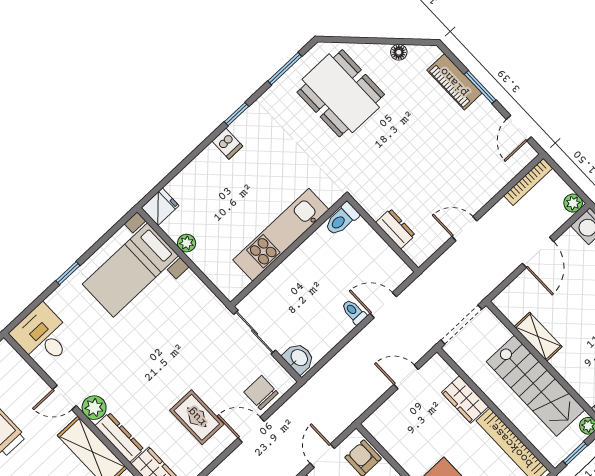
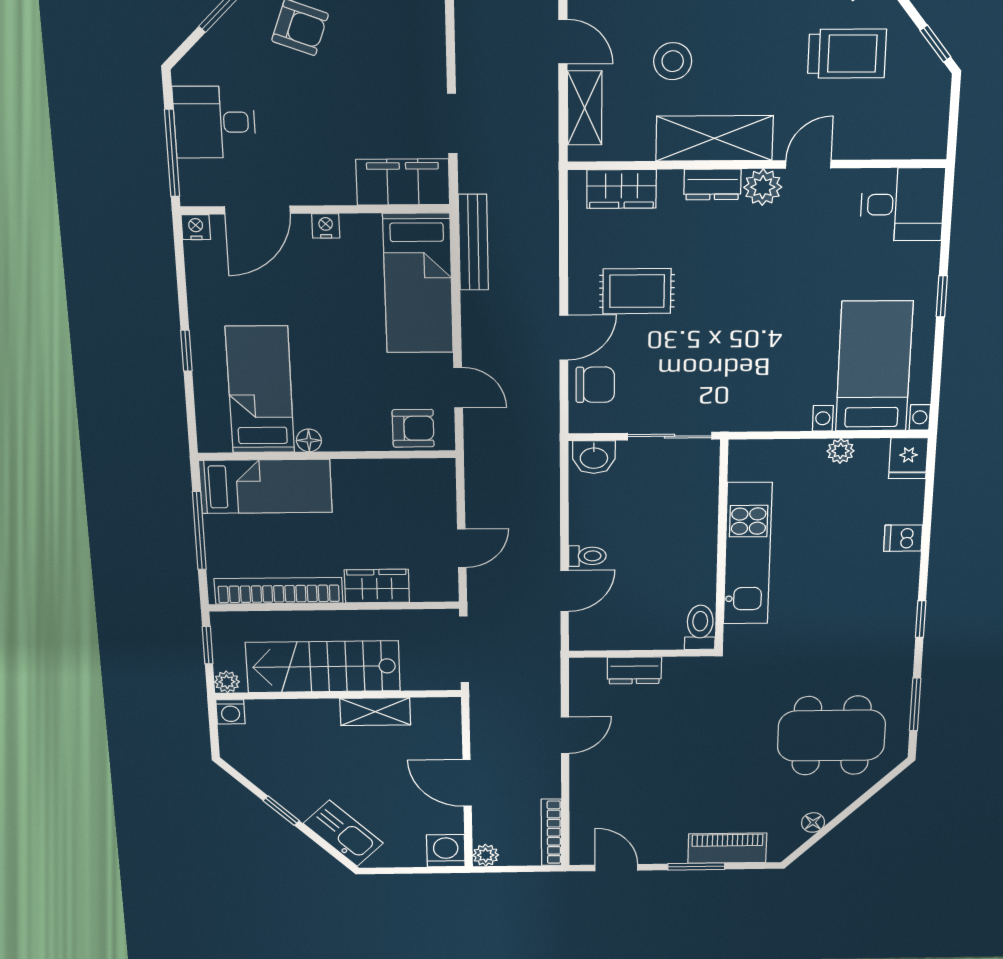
dishwasher: (227, 144) -> (903, 538), moved
dresser: (119, 437) -> (712, 184), width x0.70

